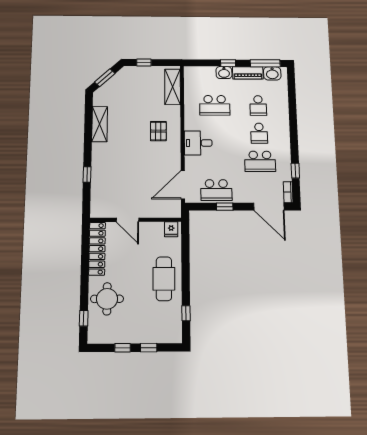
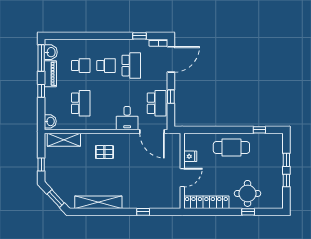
washbasin: (224, 73) -> (50, 121), moved
shelving: (100, 124) -> (98, 202), width x1.47
desk: (198, 143) -> (127, 118), moved
fridge: (171, 229) -> (190, 156), moved
window: (84, 318) -> (248, 212), moved

